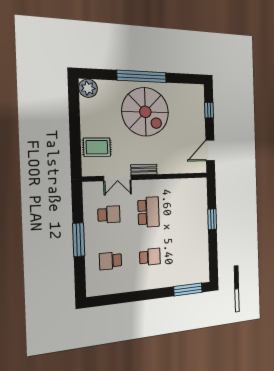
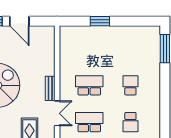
door: (210, 150) -> (19, 21), moved
school desk: (109, 214) -> (89, 122), width x1.85

